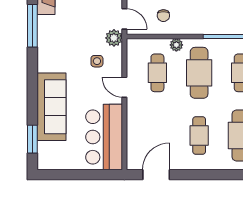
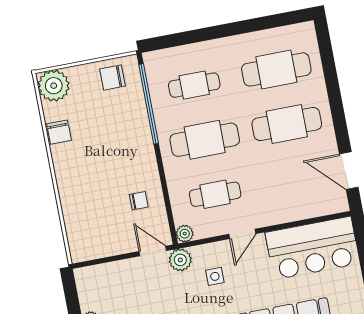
door: (124, 19) -> (153, 251), hinge flipped
plant: (176, 45) -> (185, 234), moved
cafe table: (199, 136) -> (287, 124), width x1.37, depth x1.35

